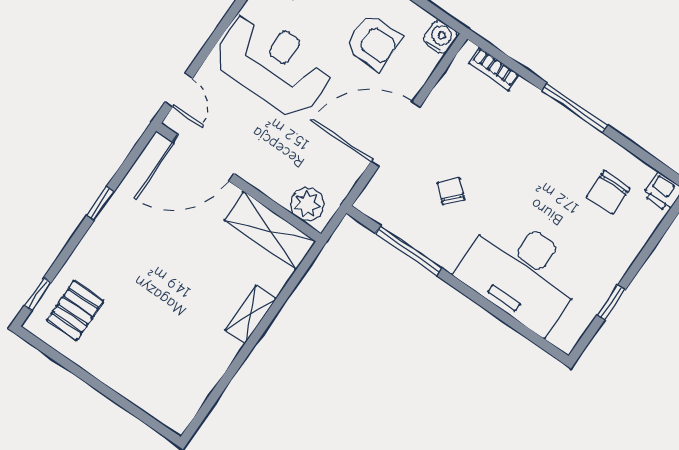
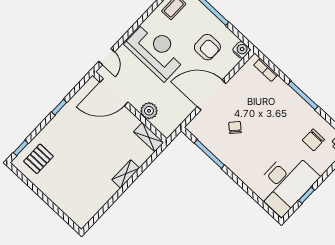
plant: (307, 204) -> (149, 111), moved
shelving: (270, 231) -> (149, 137), width x0.67, depth x0.75
desk: (522, 272) -> (286, 183), moved, turned -90

